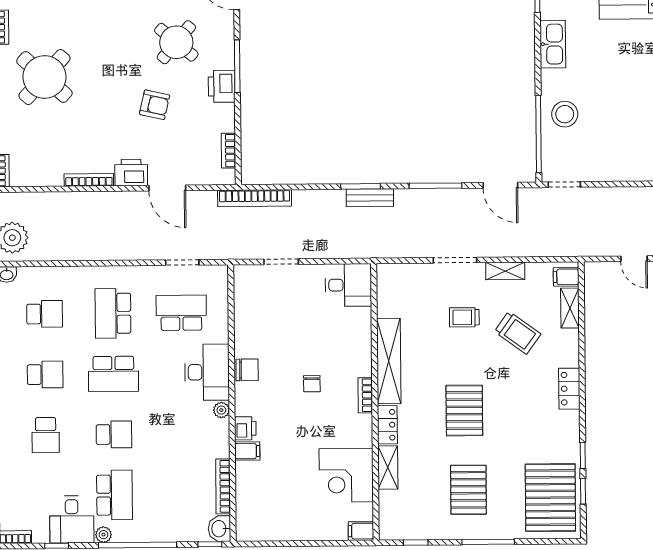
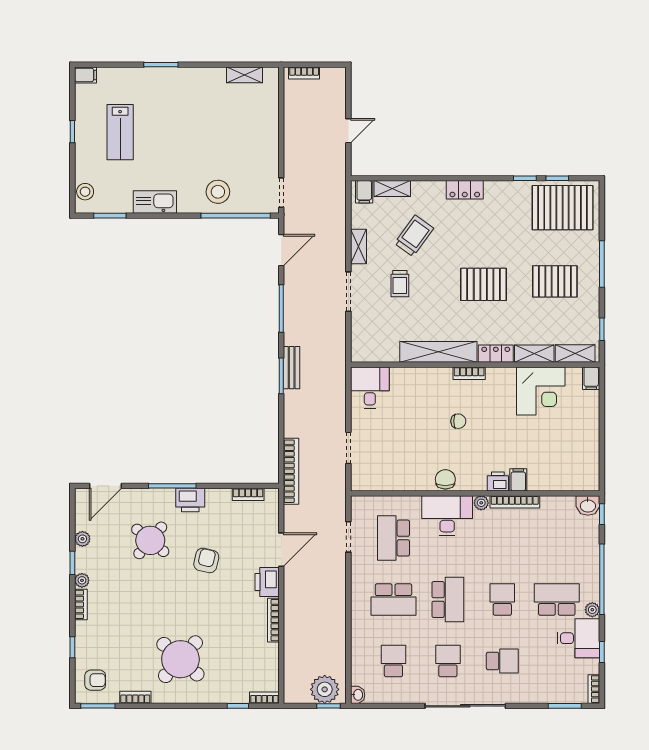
bookcase: (223, 486) -> (515, 502), moved
shelving: (388, 513) -> (575, 353), added

